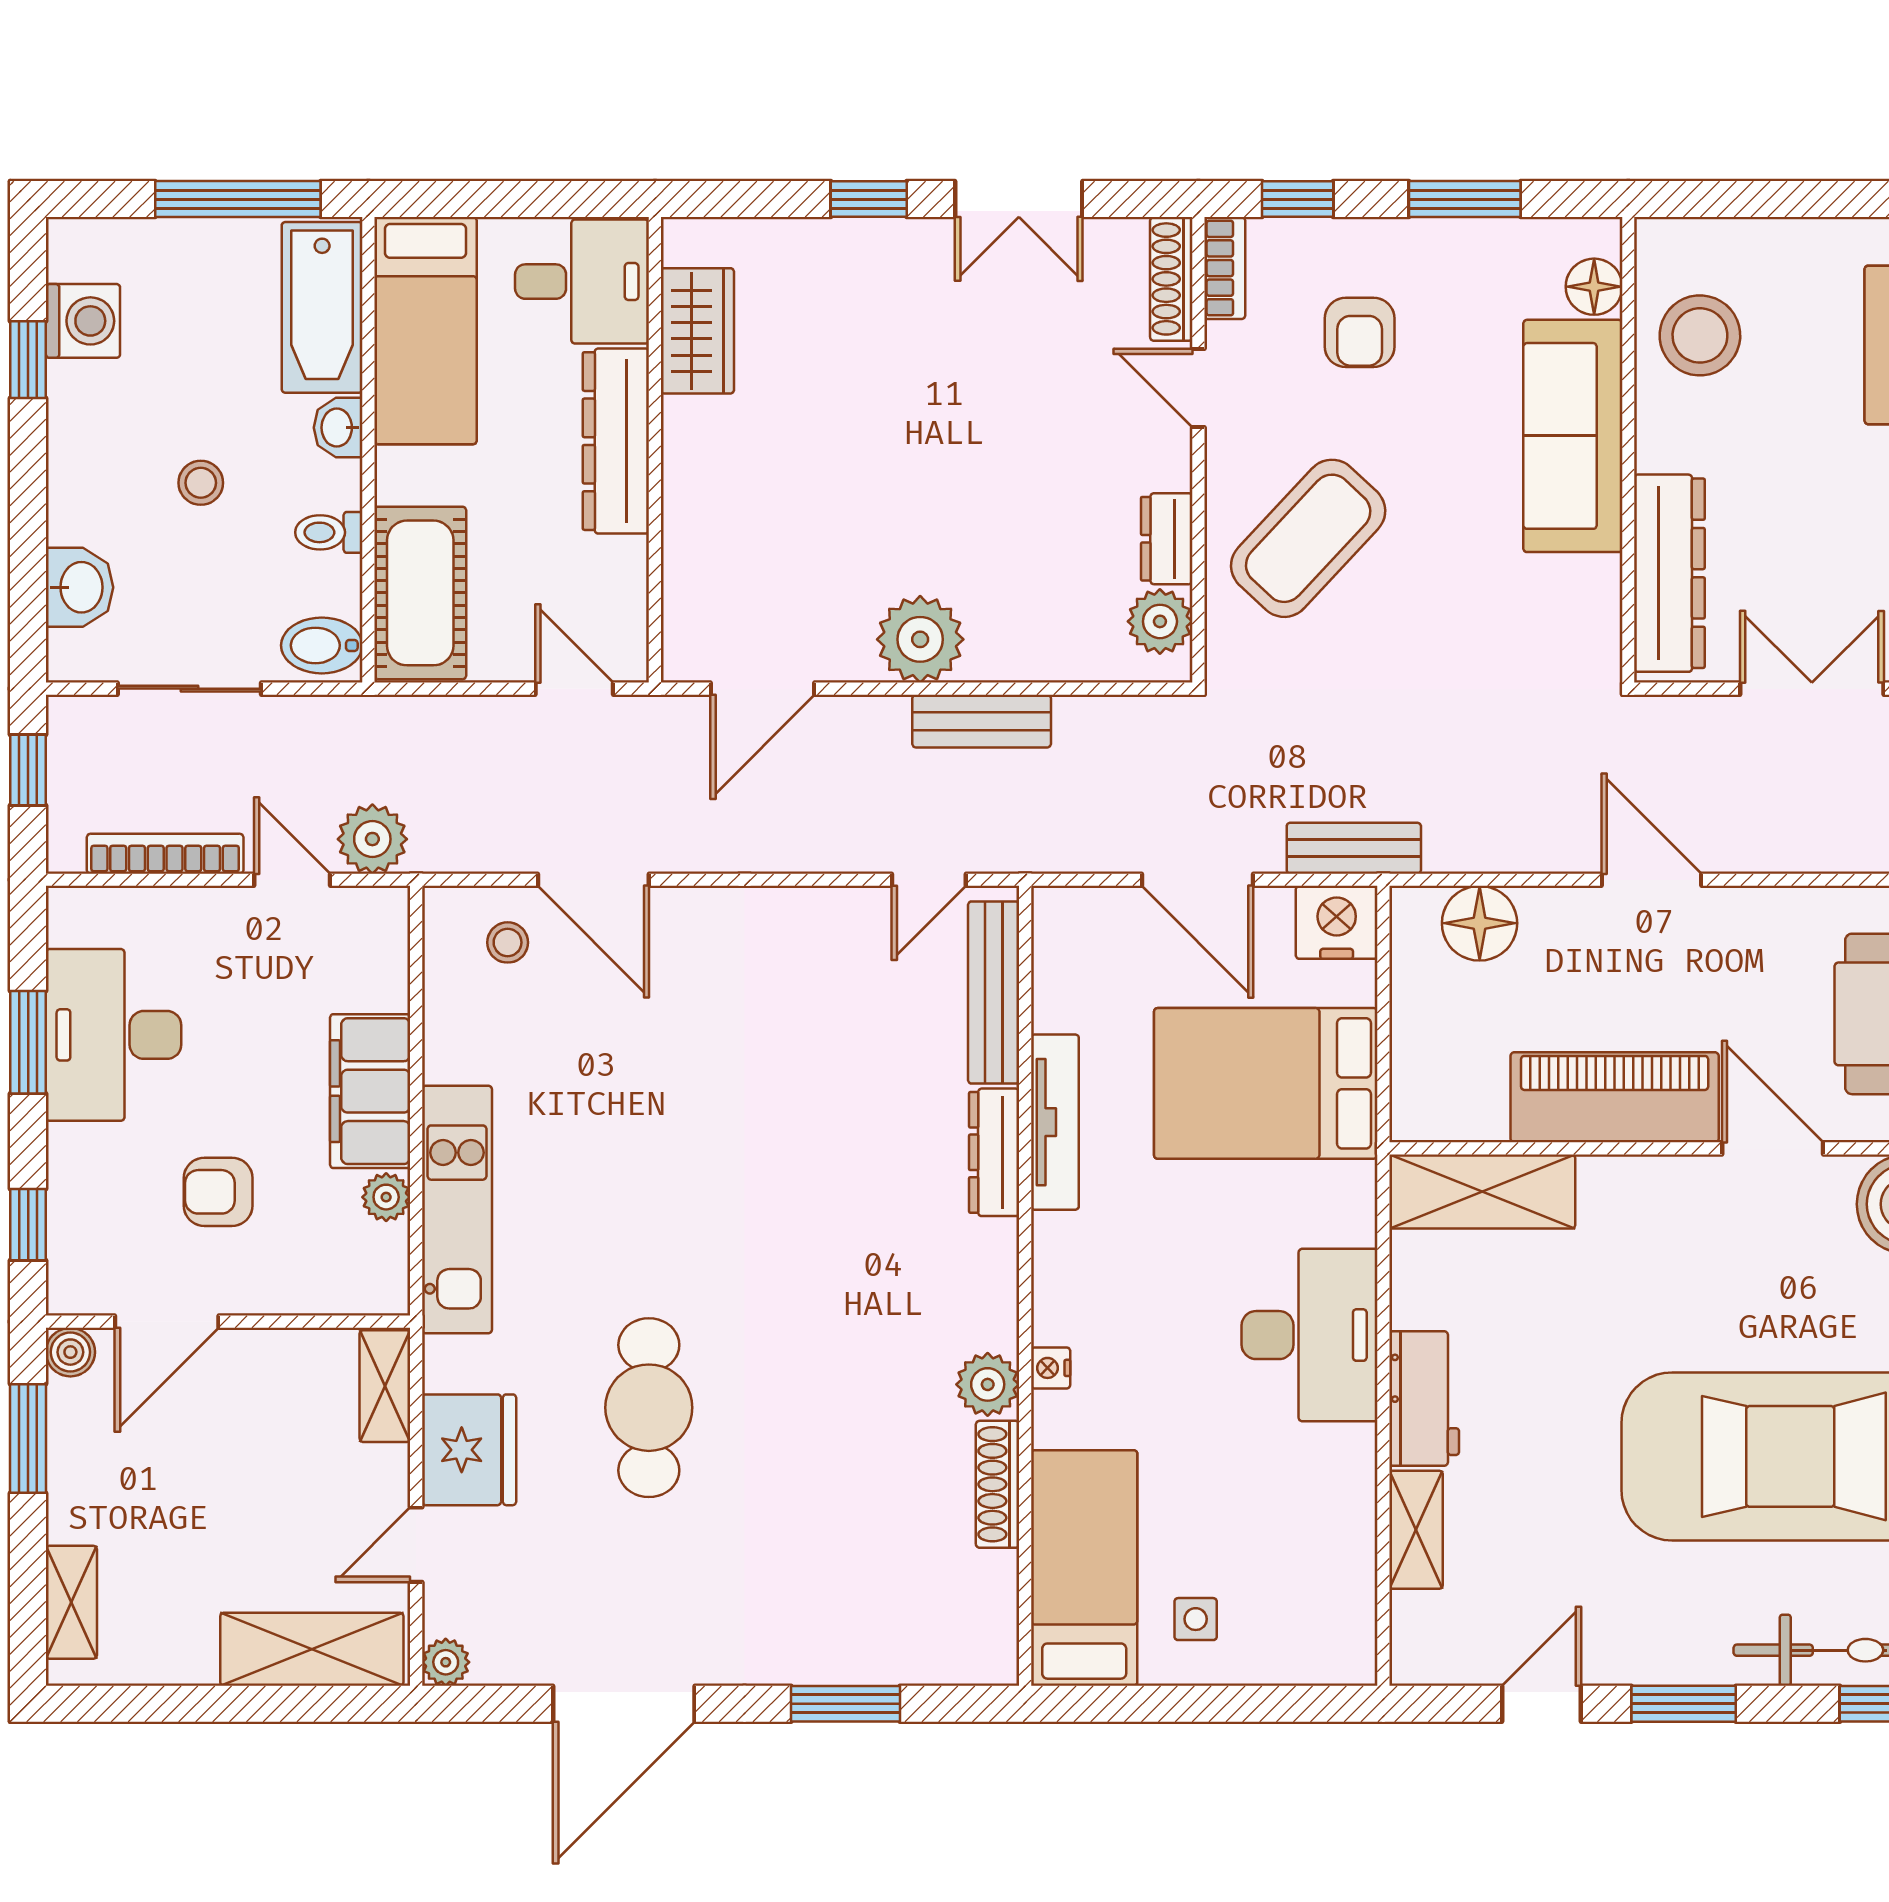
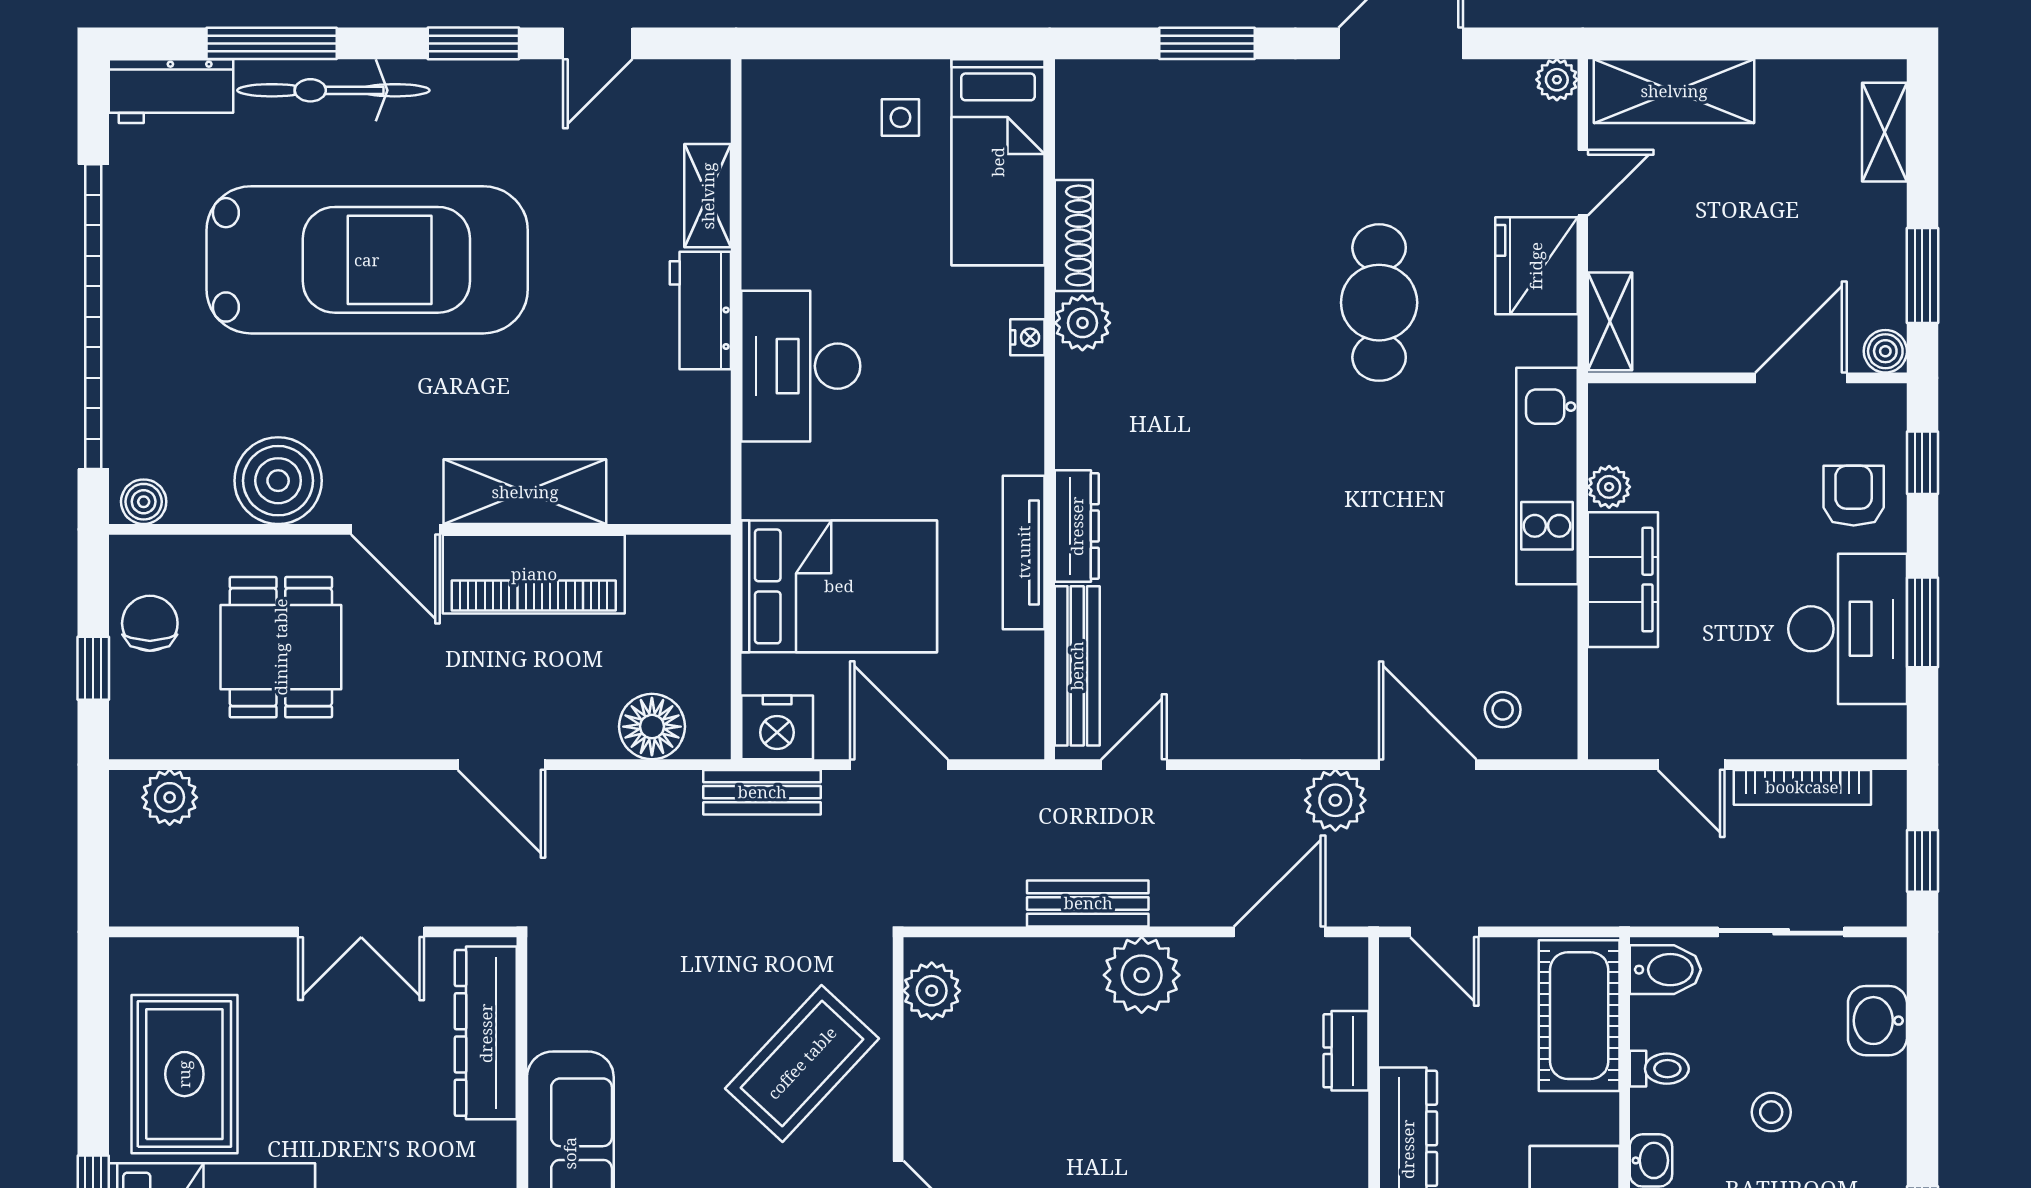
dresser: (1167, 539) -> (1346, 1051), moved, turned 180
plant: (372, 839) -> (1335, 800), moved
armchair: (218, 1192) -> (1854, 496), moved, turned -90
shelving: (1482, 1192) -> (525, 492), moved

